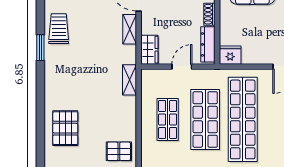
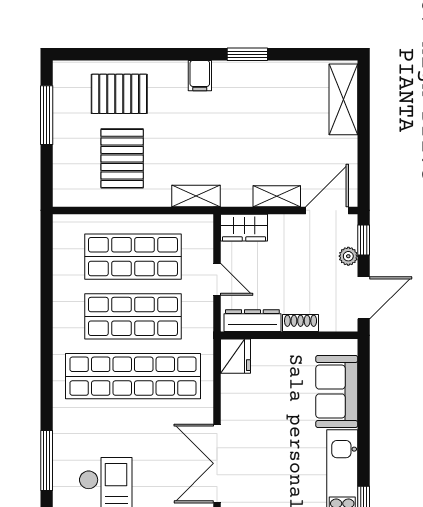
trolley: (59, 29) -> (278, 83), removed
filing cabinet: (54, 78) -> (200, 76), added
shop shelf: (168, 119) -> (133, 257), width x1.43, depth x1.36
pallet: (119, 151) -> (122, 158), moved, width x1.50, depth x1.42

